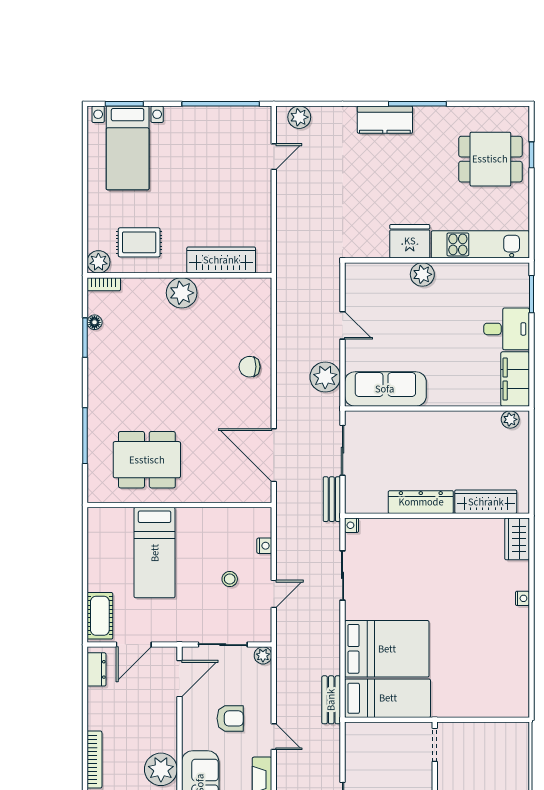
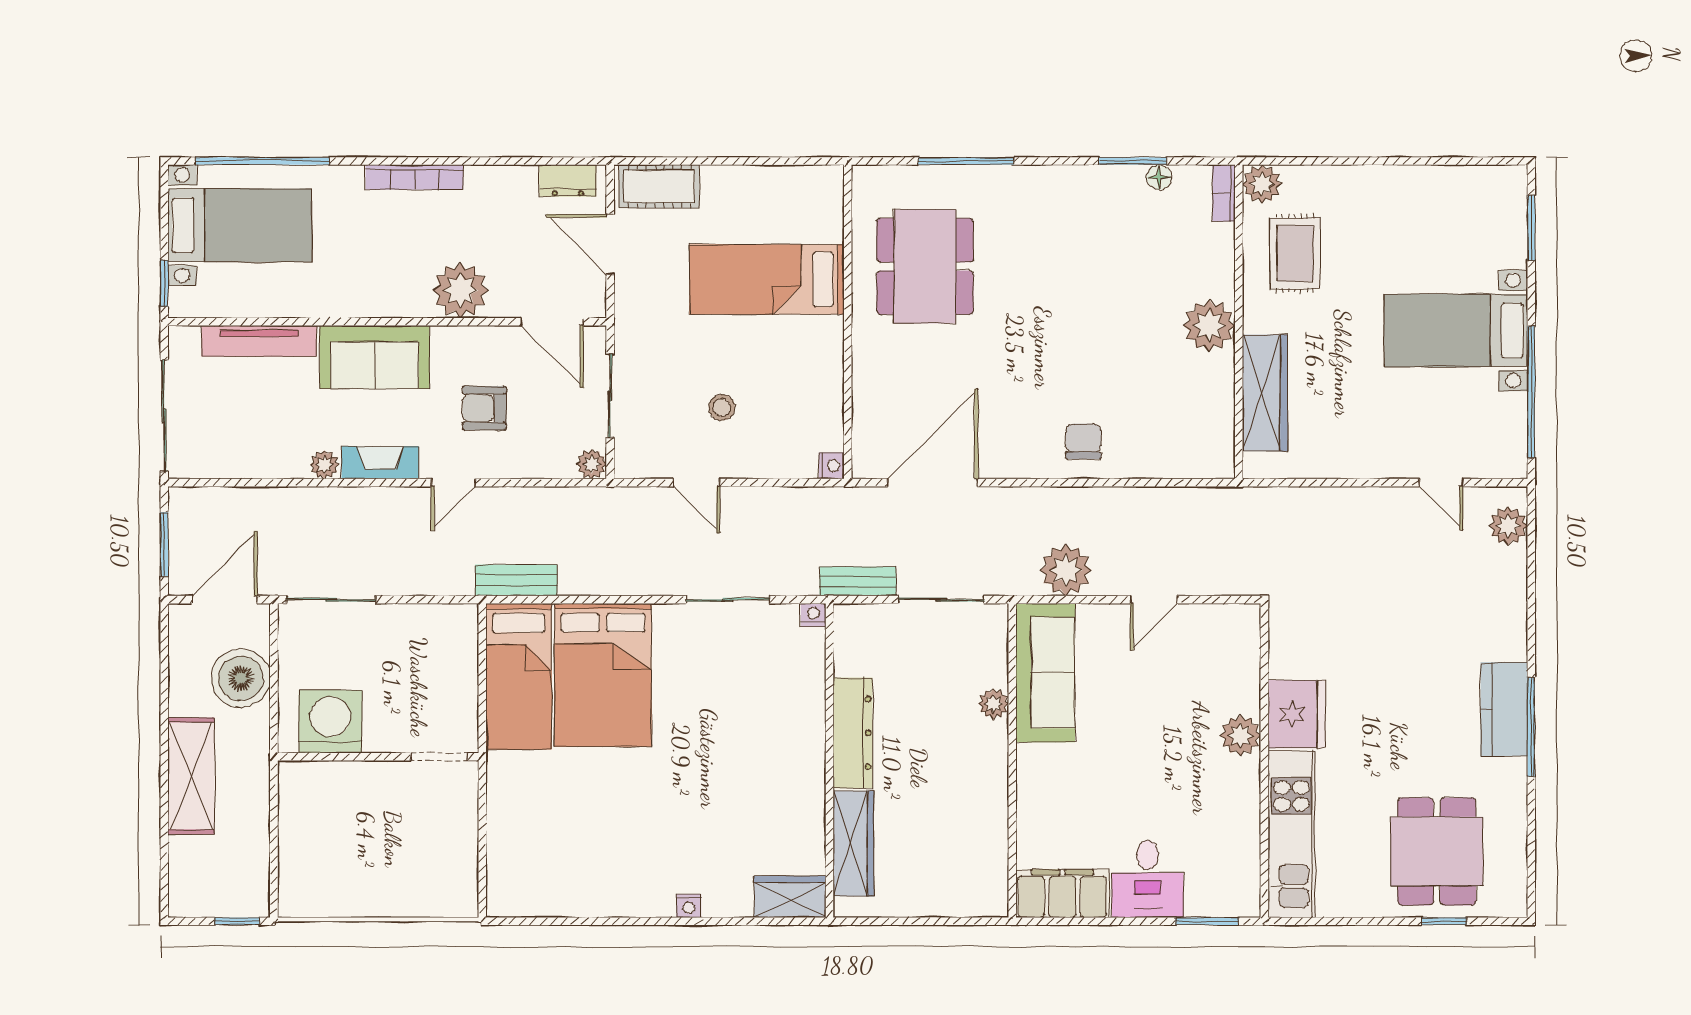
kitchen counter: (385, 120) -> (1504, 709), moved
bed with nightstands: (128, 148) -> (1456, 331), moved
plant: (510, 419) -> (993, 704), moved
nightstand: (264, 546) -> (832, 466), moved, turned -90
armchair: (230, 718) -> (484, 408), turned 90
plant: (161, 769) -> (460, 290), moved

